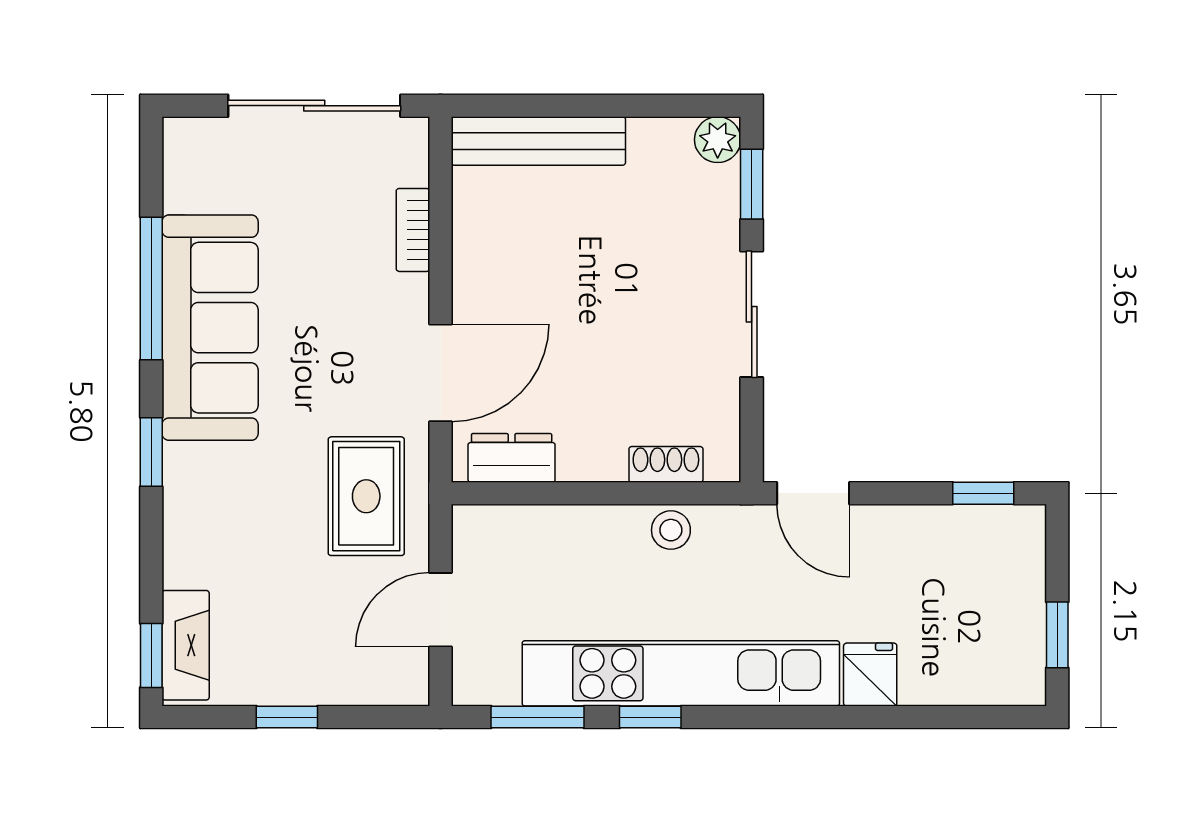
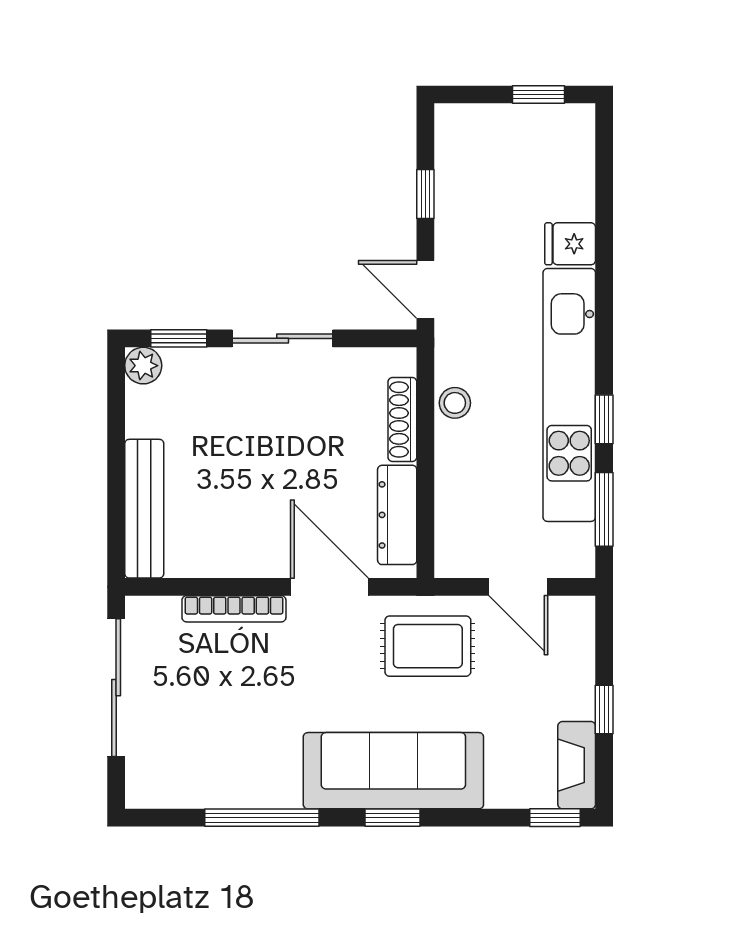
bookcase: (413, 230) -> (234, 609), width x1.56
sofa: (210, 328) -> (393, 771), moved
dresser: (512, 458) -> (397, 515), width x1.44
shoe rack: (666, 464) -> (402, 420), width x1.43
door: (813, 493) -> (425, 289), swing flipped
window: (983, 493) -> (425, 194), moved
fireplace: (186, 645) -> (577, 765), moved, turned -90

